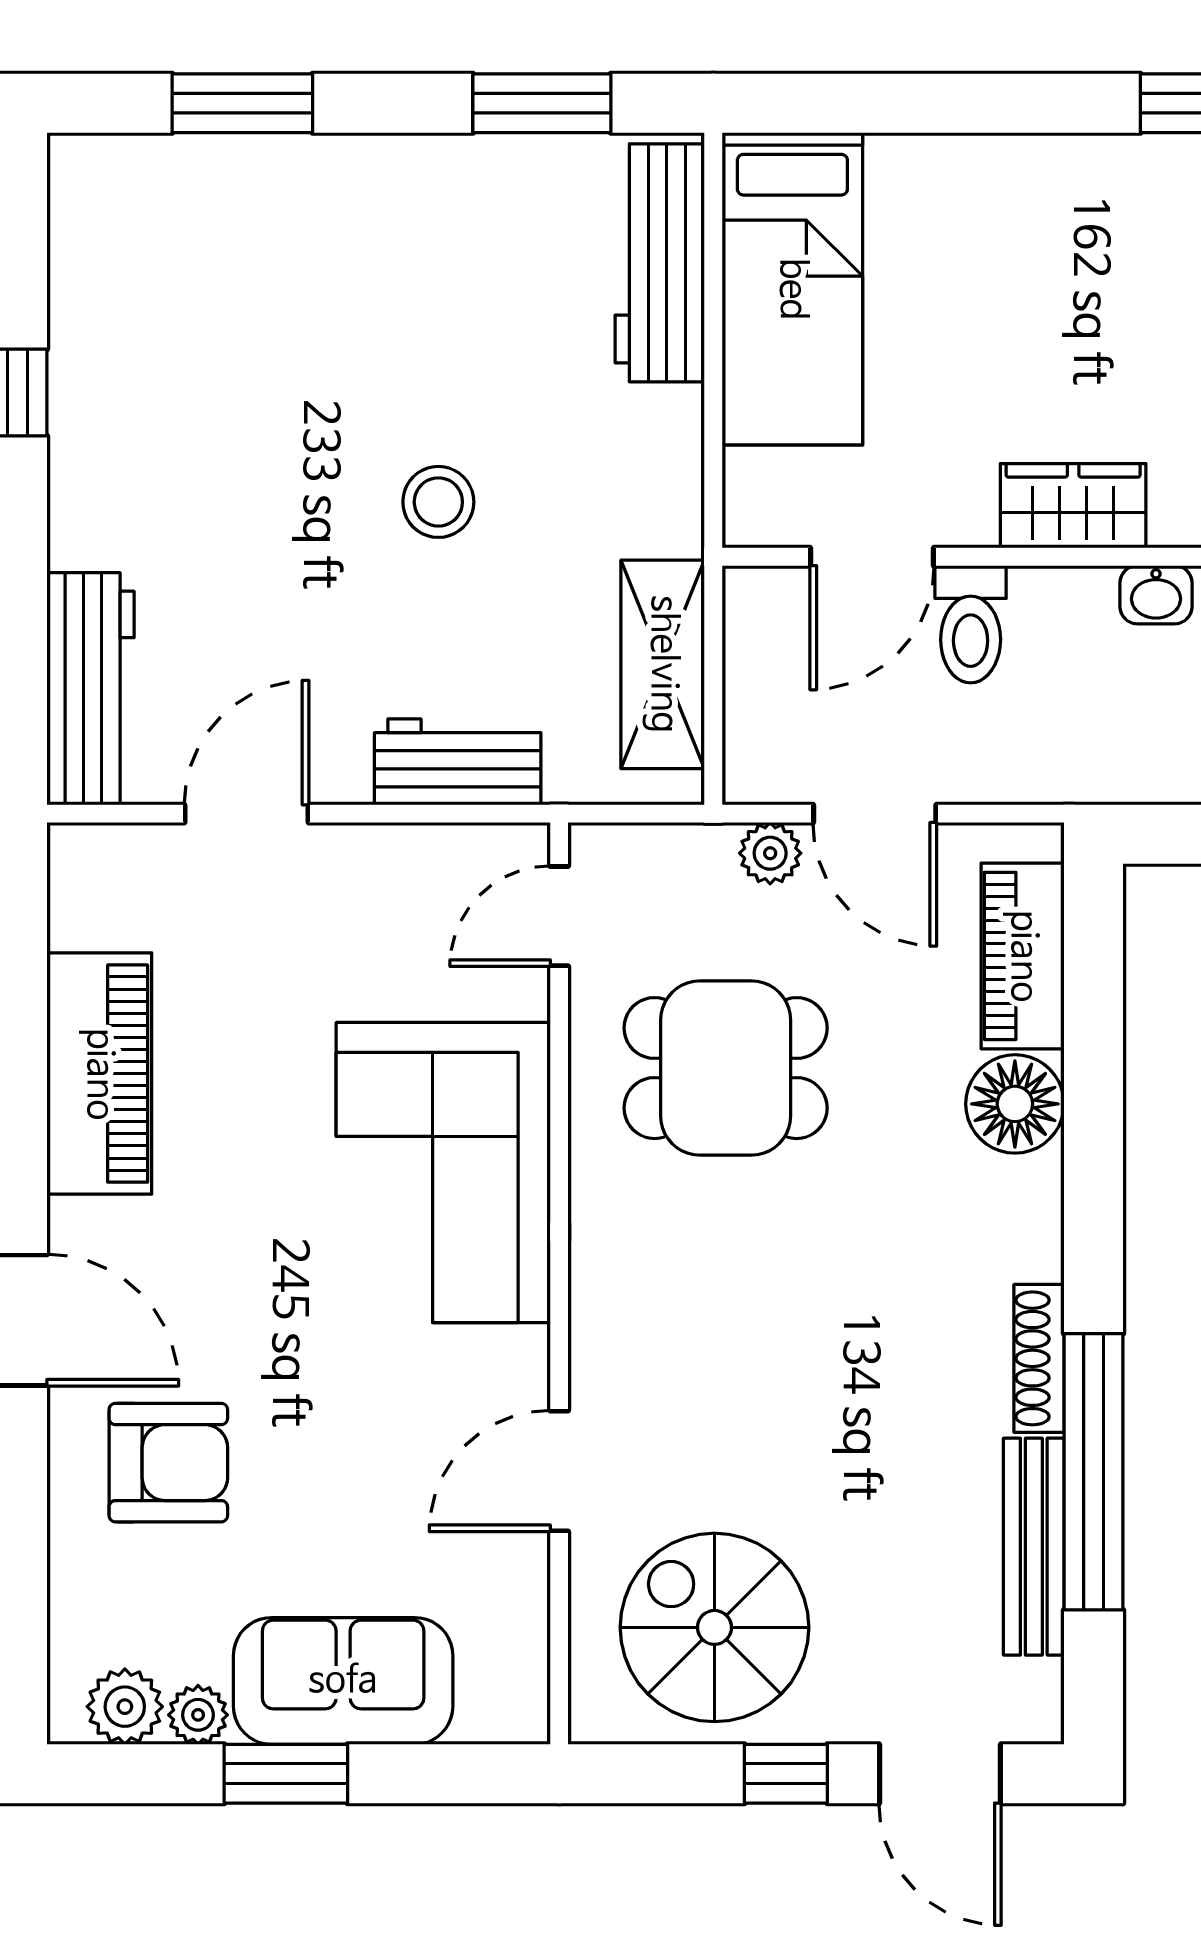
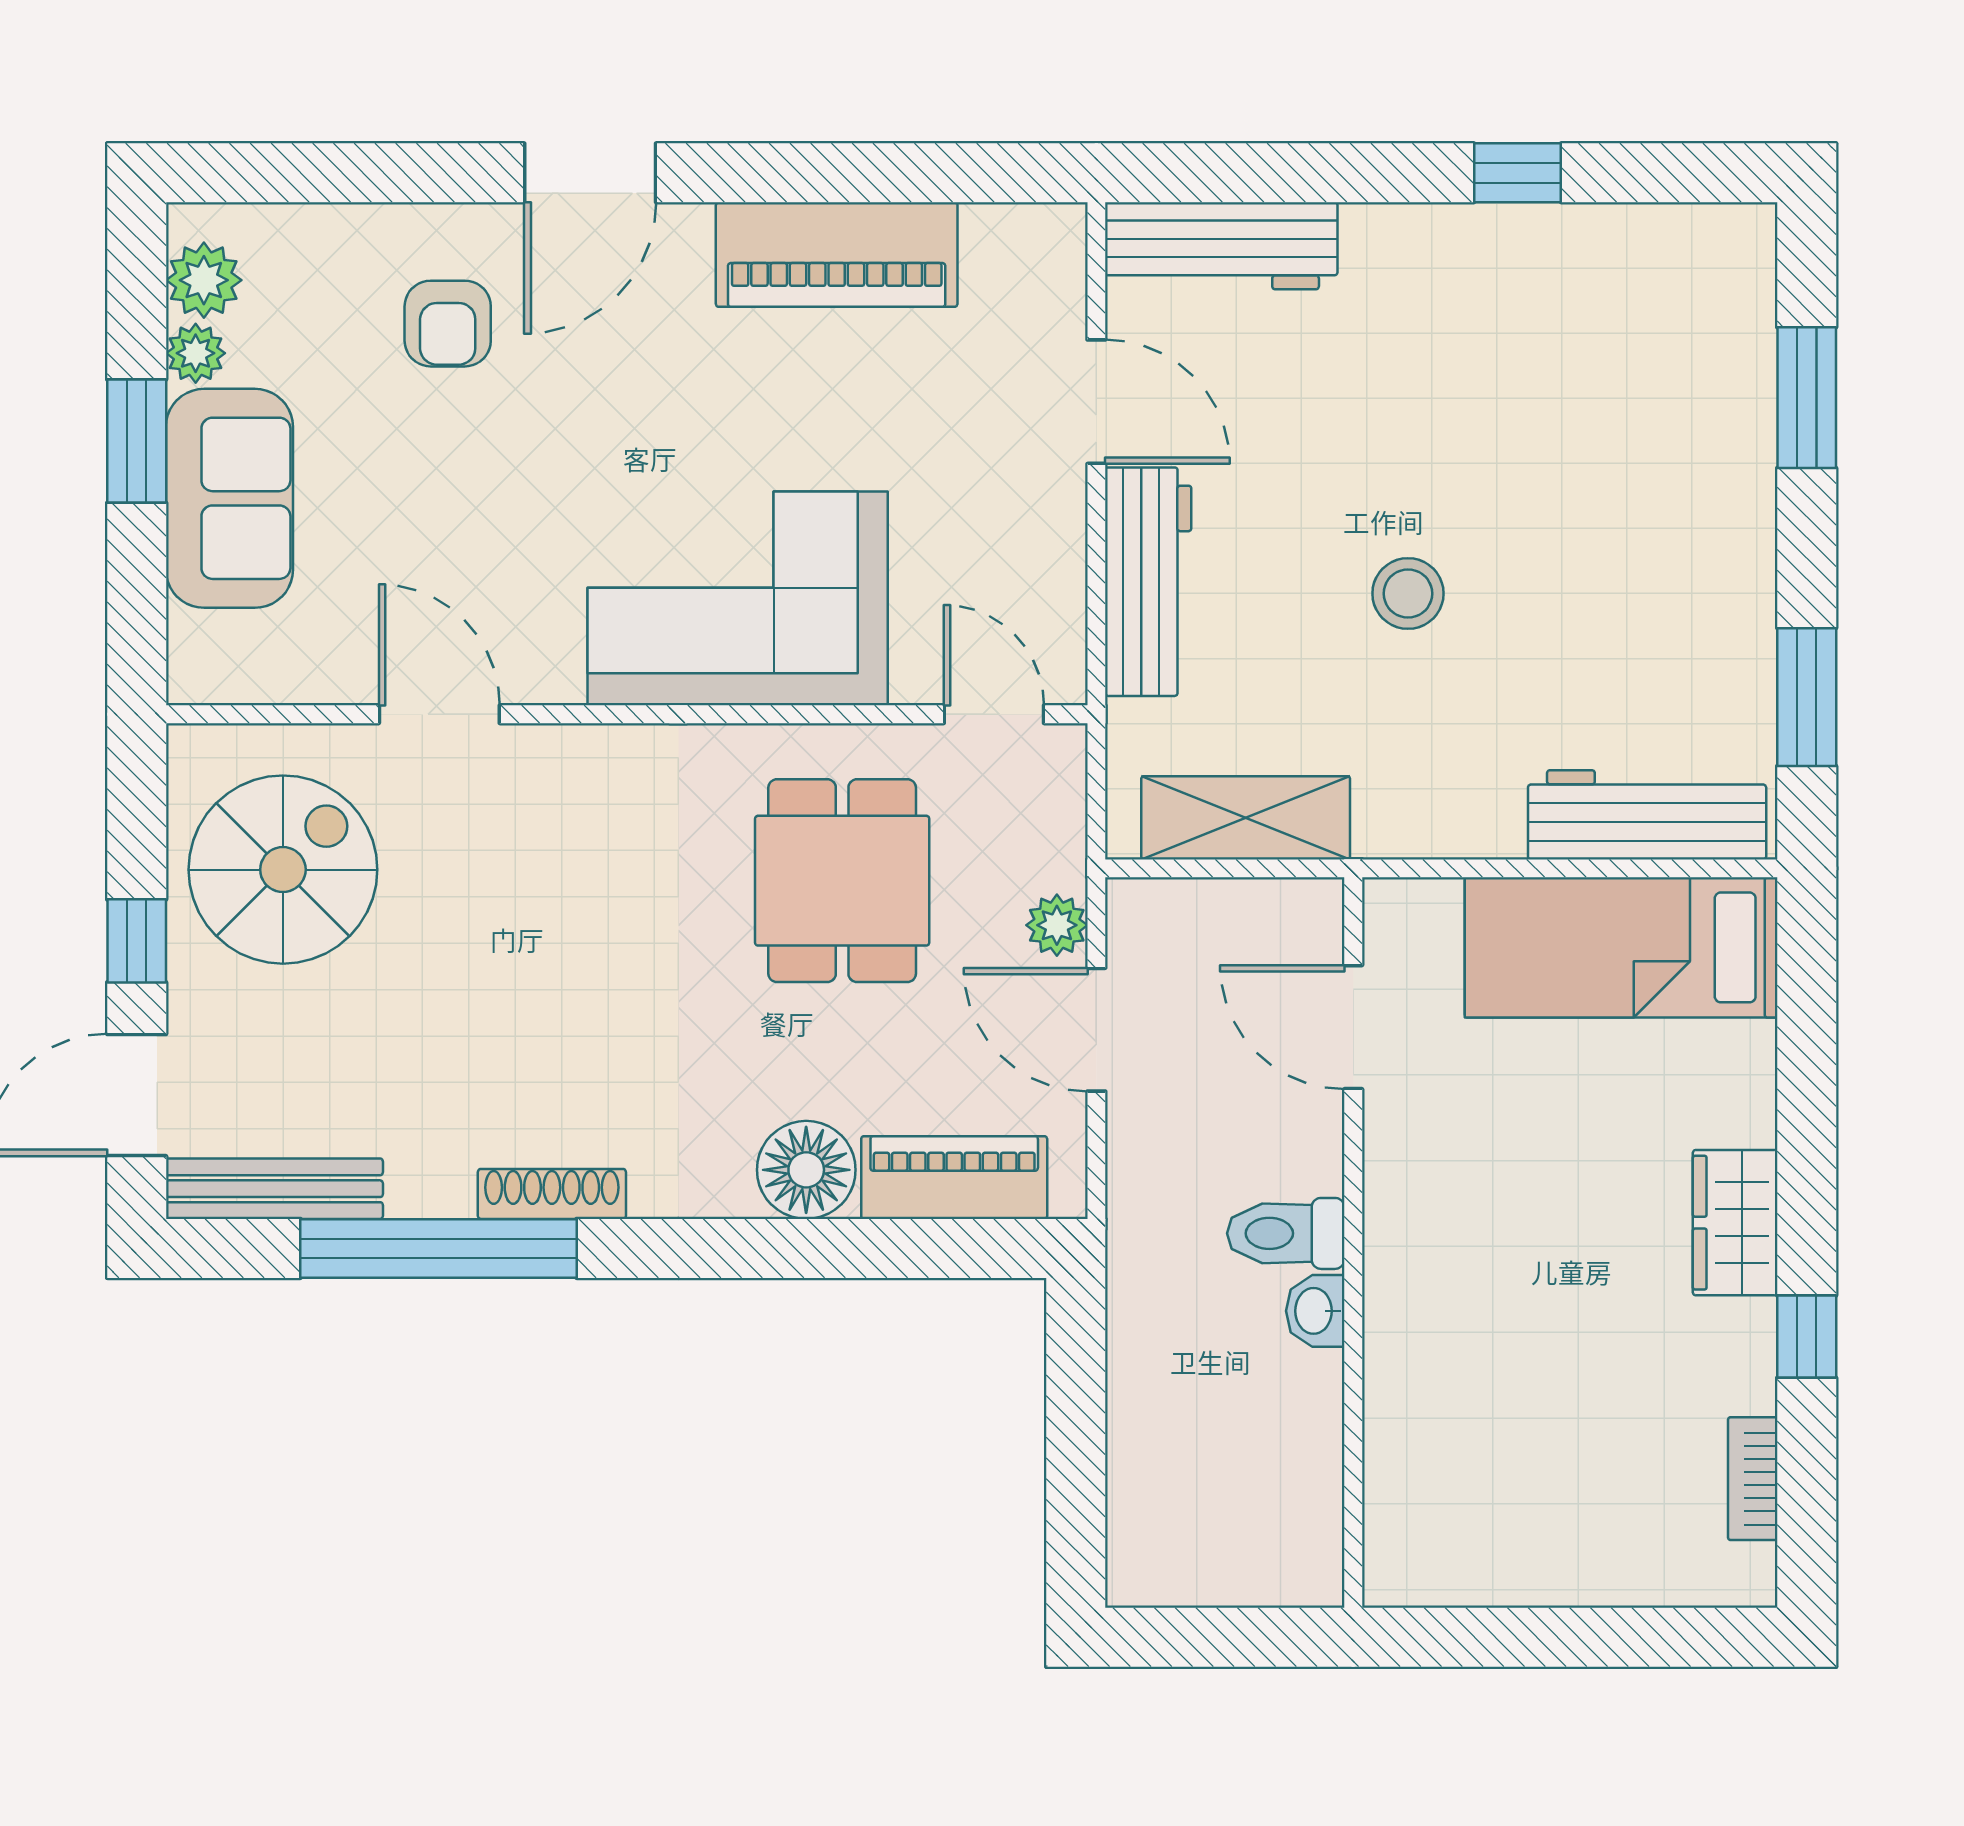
wardrobe: (1073, 506) -> (1735, 1223), moved, turned 180
toilet: (971, 624) -> (1286, 1233), moved
workbench: (458, 762) -> (1148, 582), width x1.38
door: (875, 814) -> (1096, 1030), hinge flipped
armchair: (168, 1463) -> (448, 324), width x0.72, depth x0.72
bench: (1034, 1547) -> (274, 1189), moved

